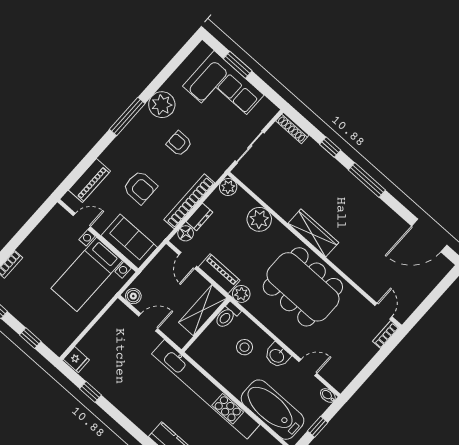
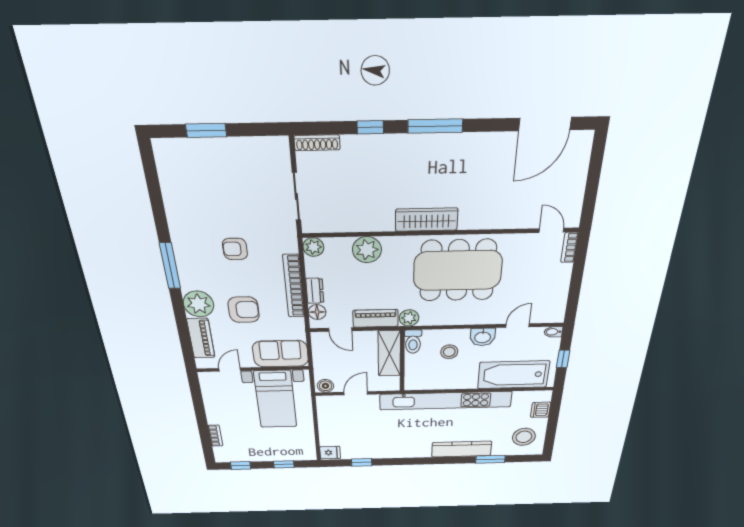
corner sofa: (223, 91) -> (220, 168), removed
plant: (162, 105) -> (198, 304), moved

